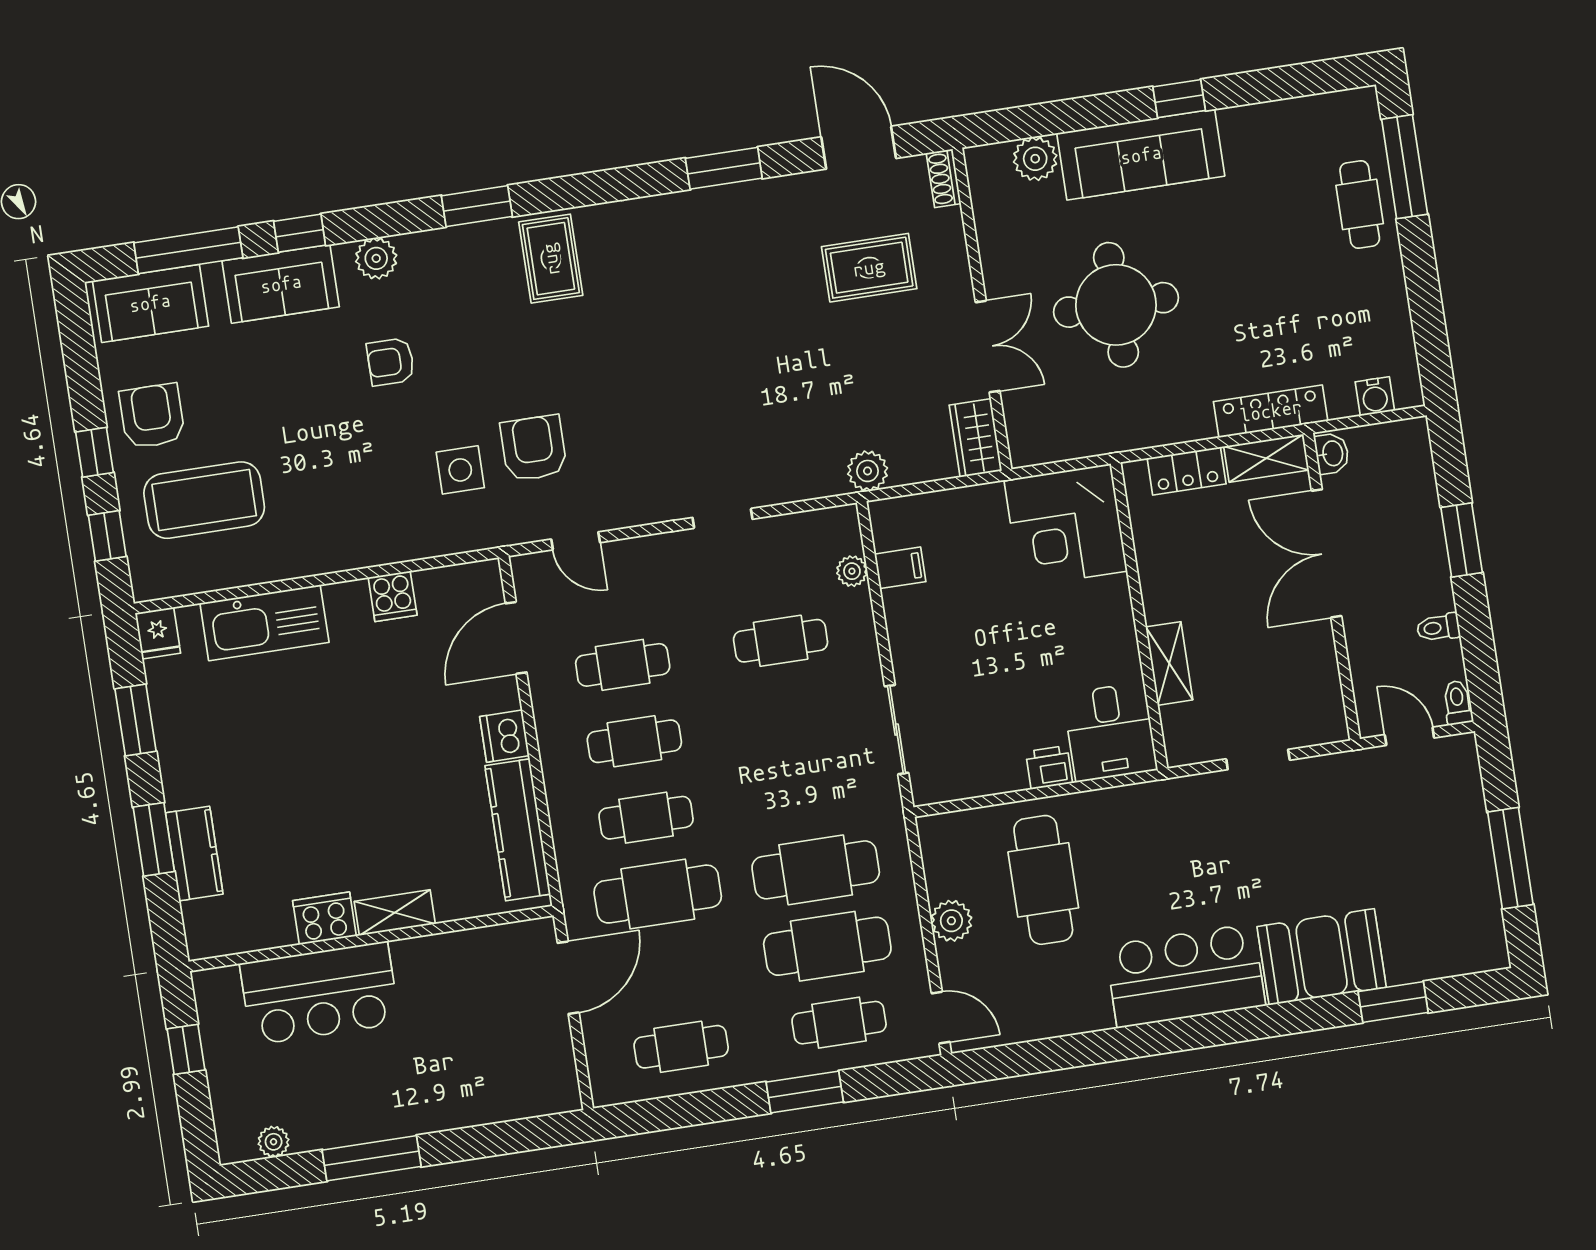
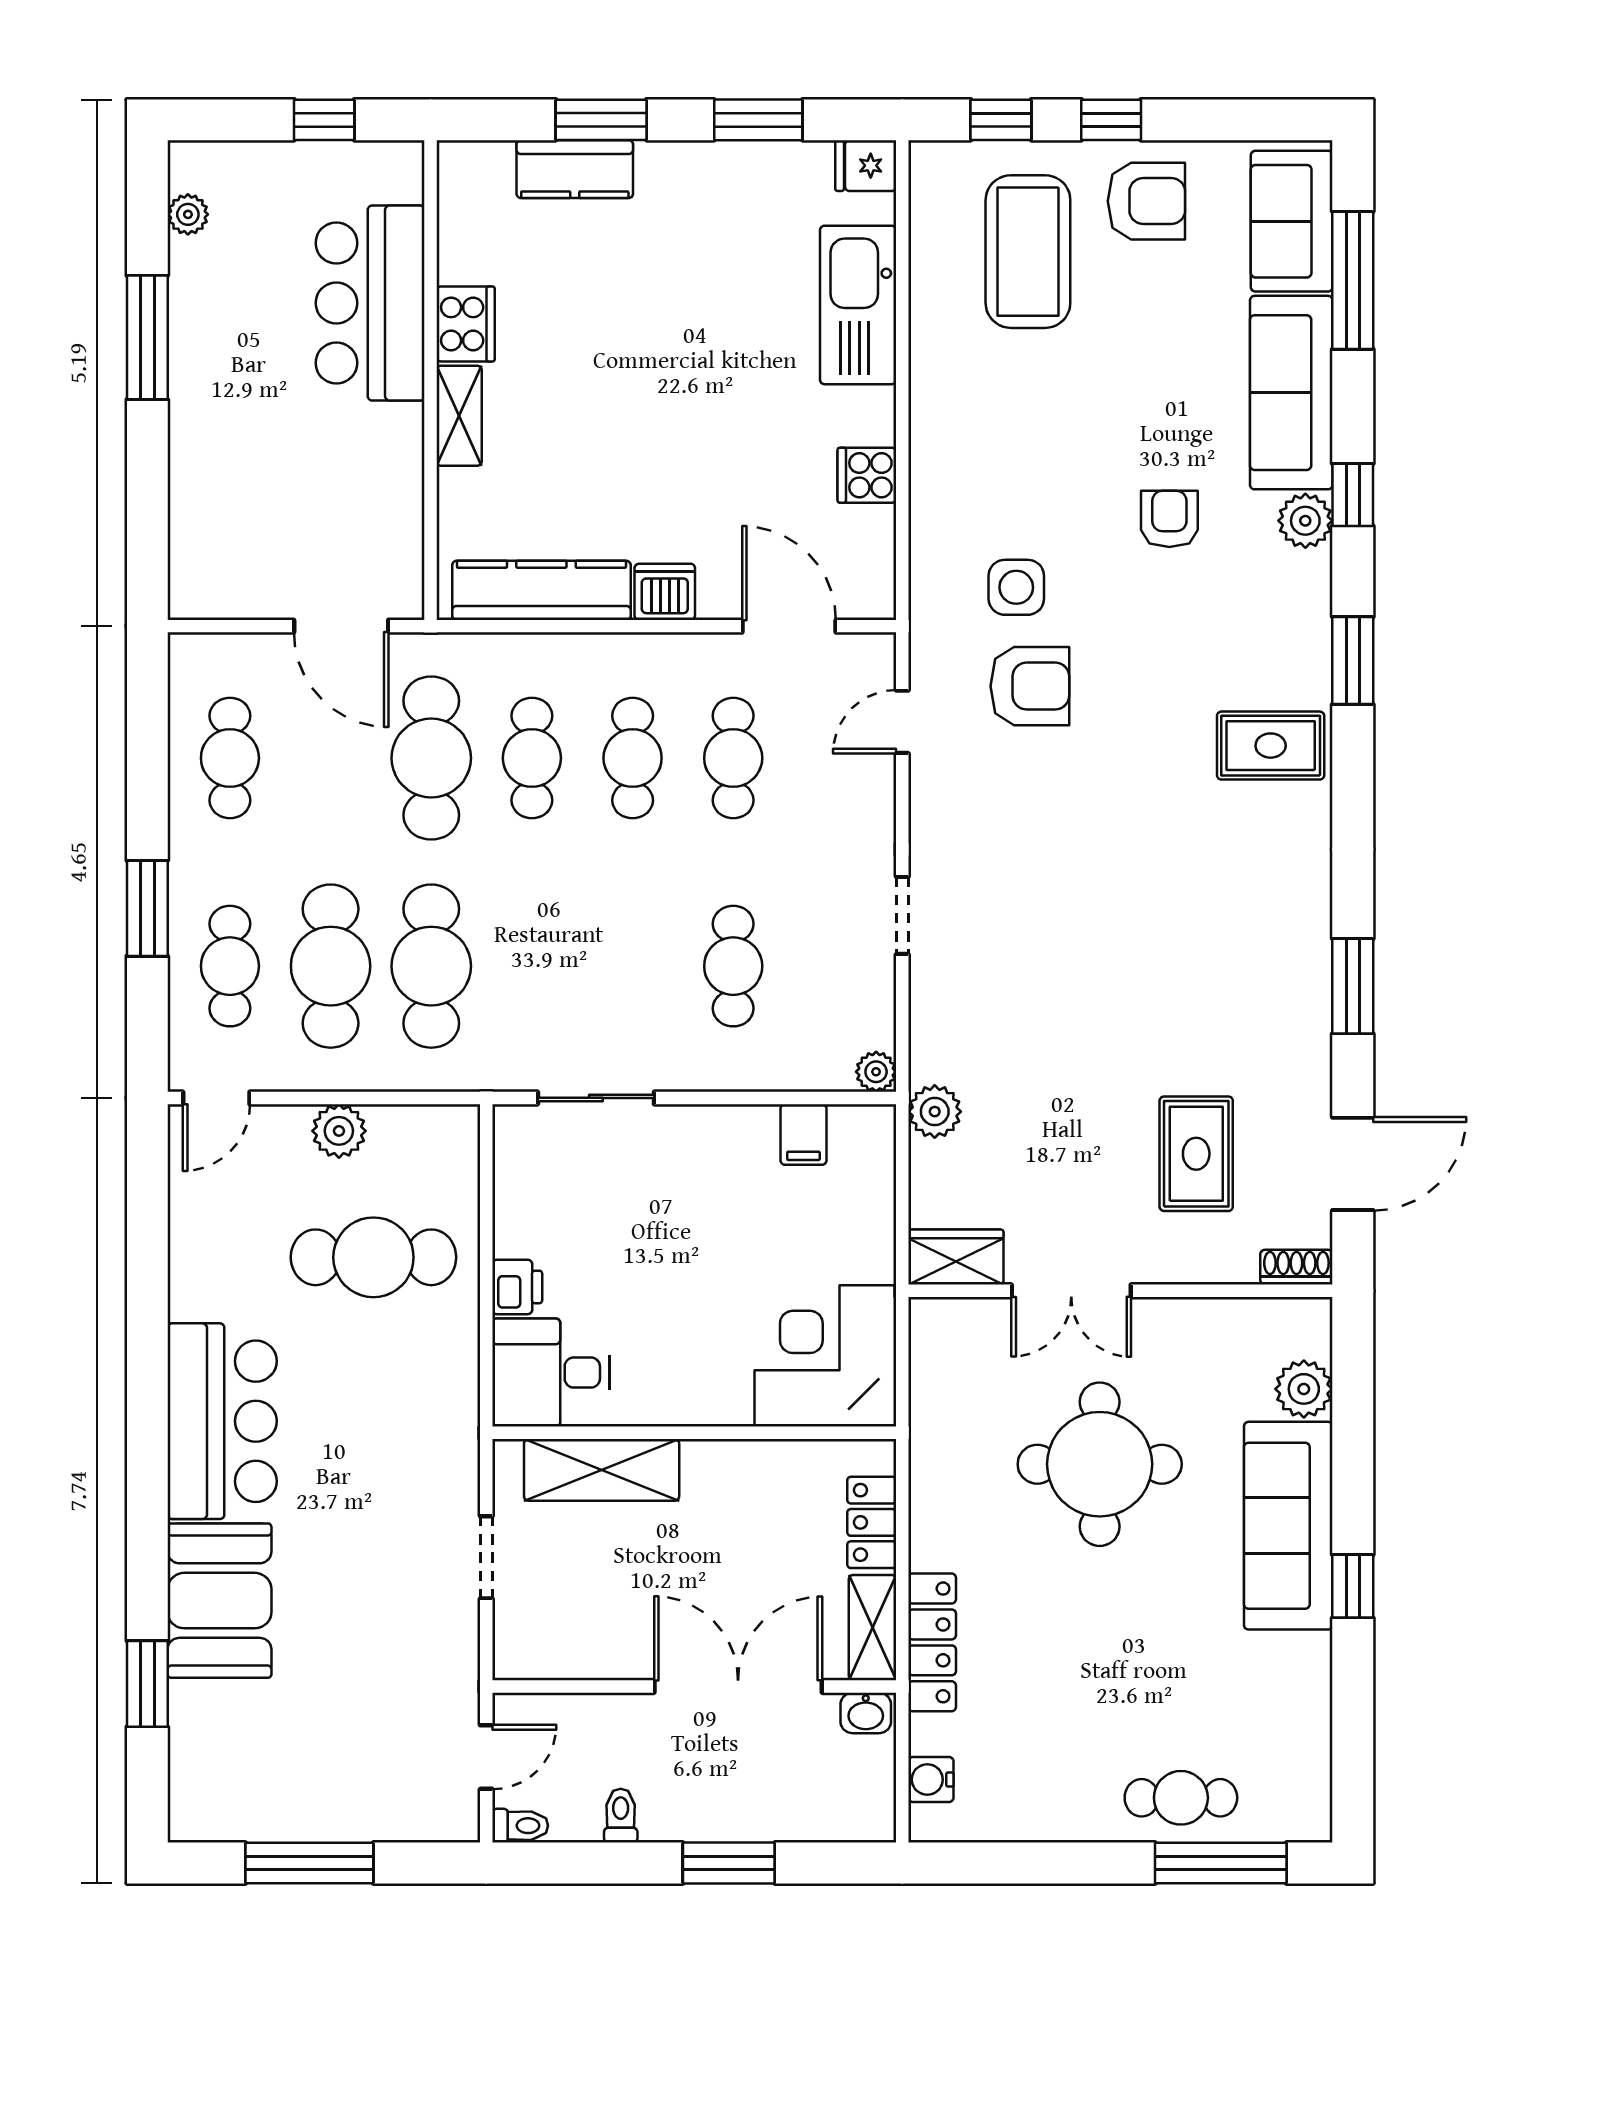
window: (300, 233) -> (1353, 495), moved
sofa: (281, 284) -> (1291, 393), width x1.36
plant: (852, 571) -> (876, 1072), moved
shelving: (1169, 663) -> (602, 1470), width x1.50, depth x1.33

